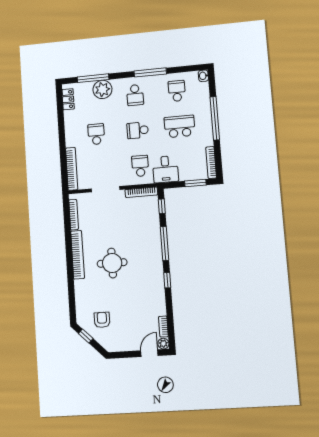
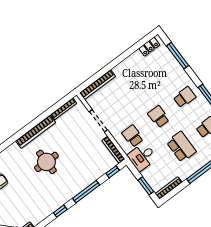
plant: (102, 89) -> (173, 69), removed
school desk: (135, 95) -> (185, 97), turned 180
school desk: (96, 134) -> (136, 86), removed
school desk: (140, 166) -> (133, 136), turned -90

